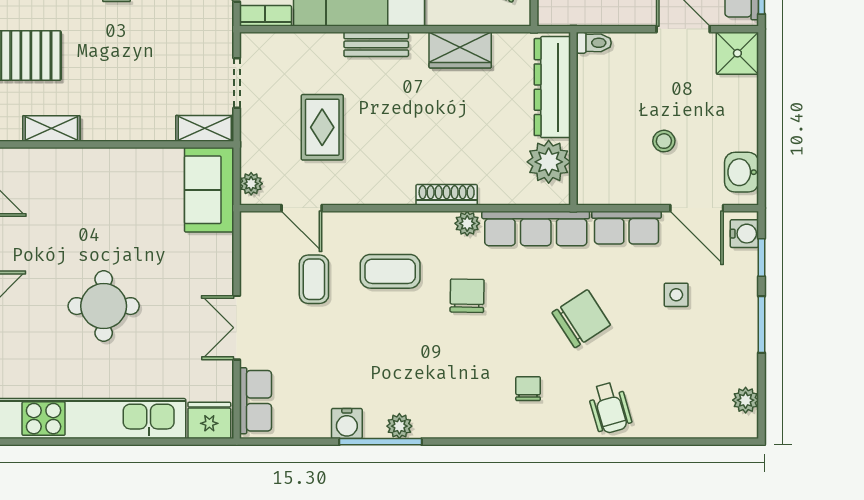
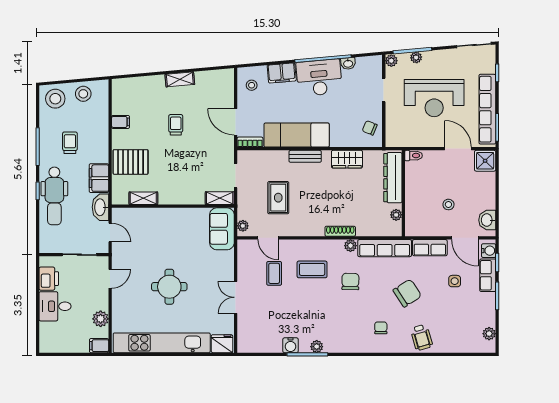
plant: (549, 162) -> (396, 215), width x0.53, depth x0.53
row of seats: (255, 401) -> (488, 275), moved, turned 180

